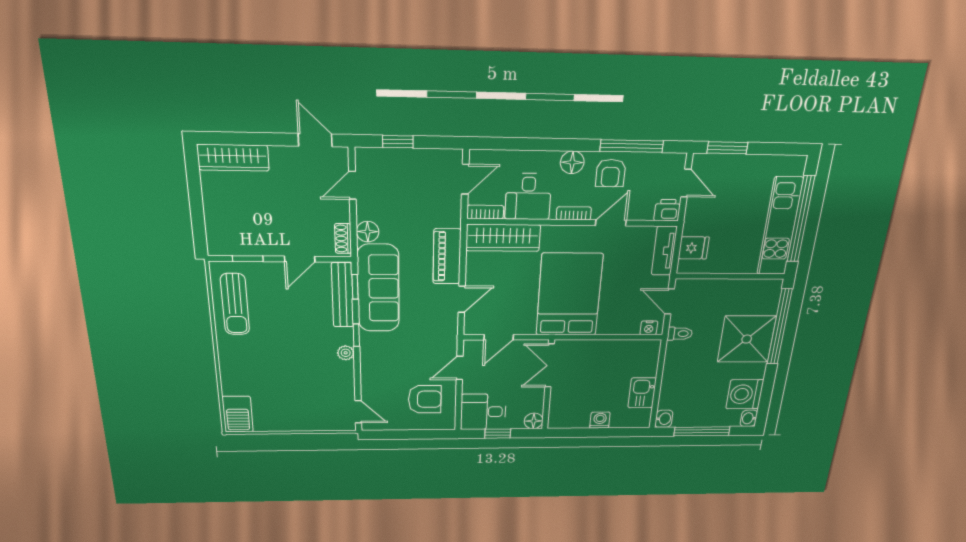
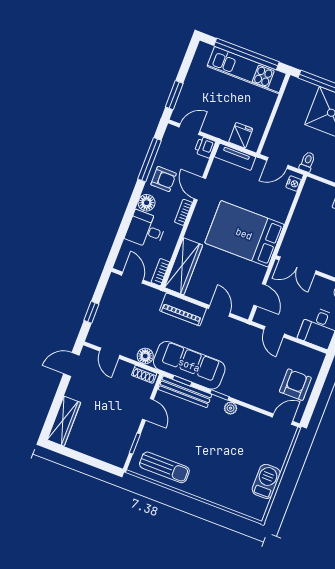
desk: (528, 197) -> (146, 230), moved, turned 180
armchair: (425, 399) -> (295, 385), moved
barbecue: (238, 414) -> (266, 481), moved, turned -90

